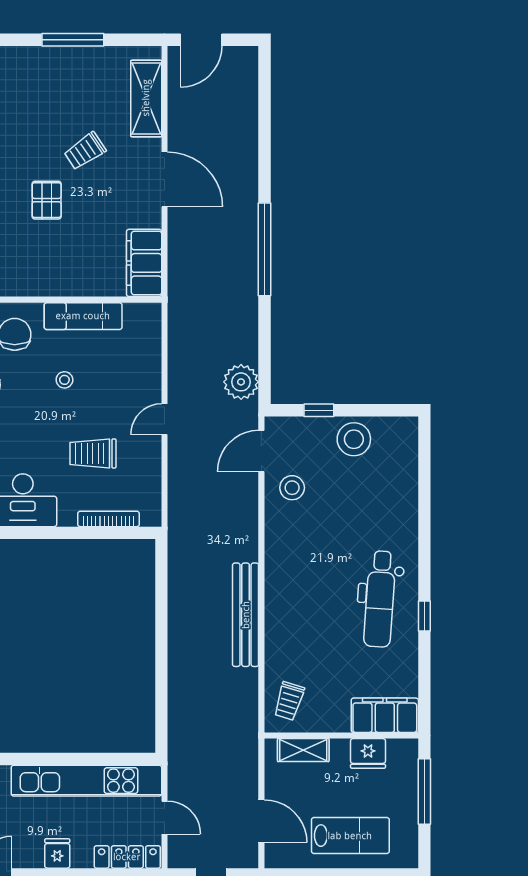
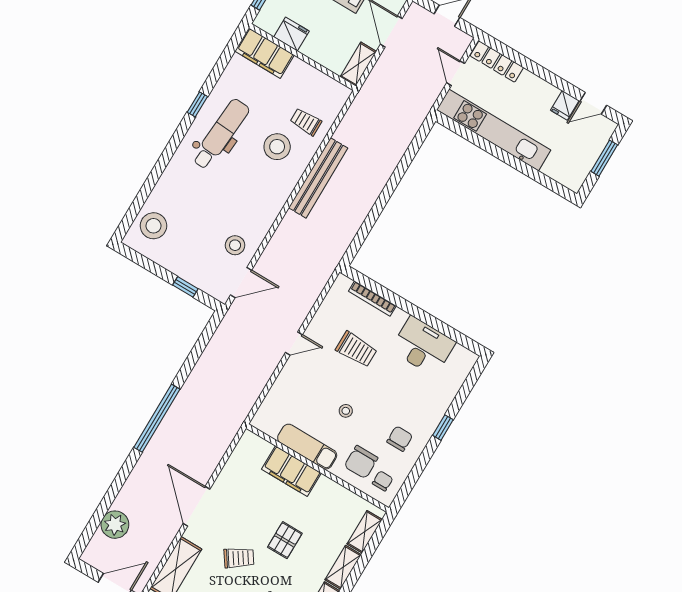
filing cabinet: (144, 263) -> (291, 471), moved, turned 90
plant: (241, 382) -> (115, 525), moved
stool: (354, 439) -> (153, 226), moved
stool: (310, 622) -> (277, 147), added
trolley: (289, 701) -> (306, 122), moved, turned -107
shelving: (303, 750) -> (358, 64), moved, turned 90
fridge: (57, 853) -> (565, 105), moved

